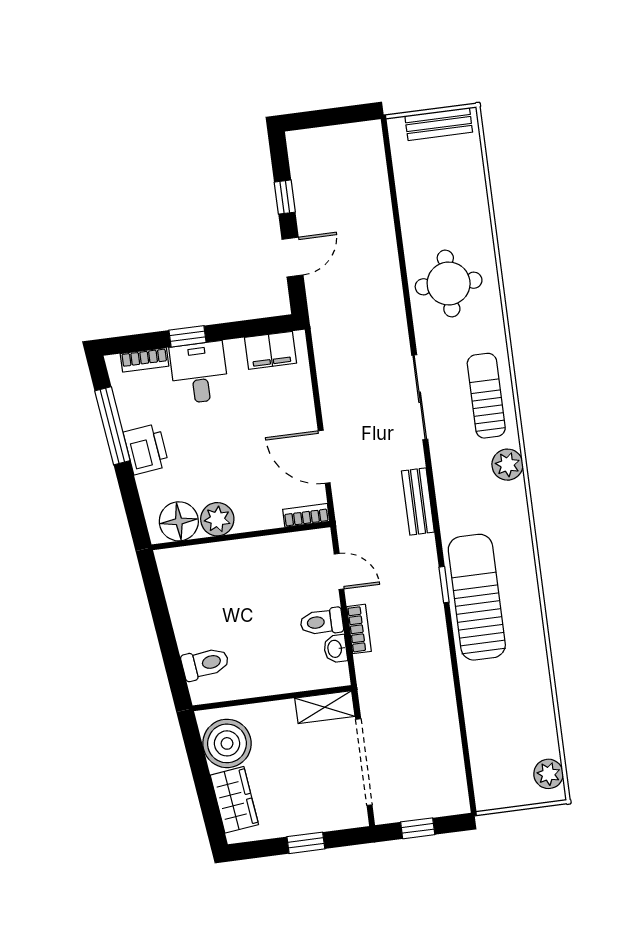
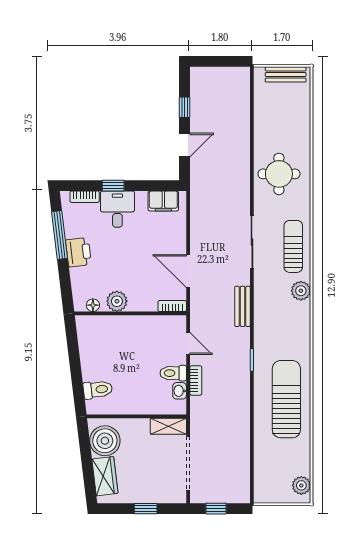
floor lamp: (179, 521) -> (93, 305), width x0.53, depth x0.53
sun lounger: (477, 597) -> (286, 399), moved

